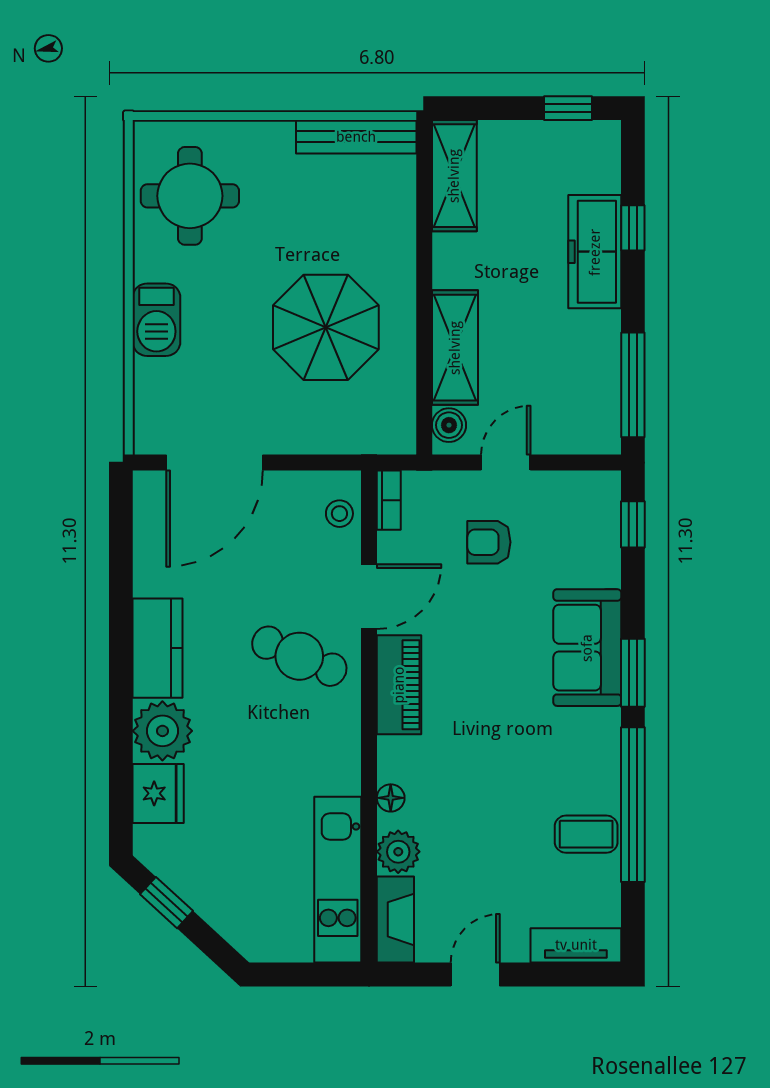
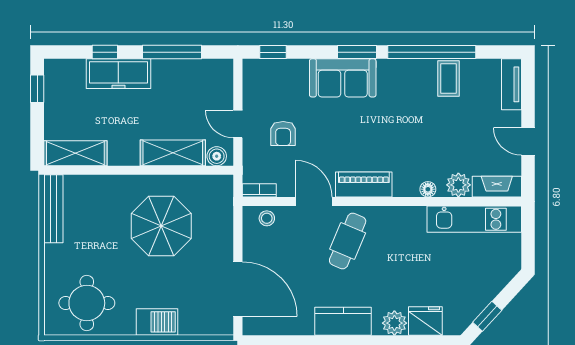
window: (633, 385) -> (172, 52), moved
plant: (162, 731) -> (394, 323), width x0.73, depth x0.73

